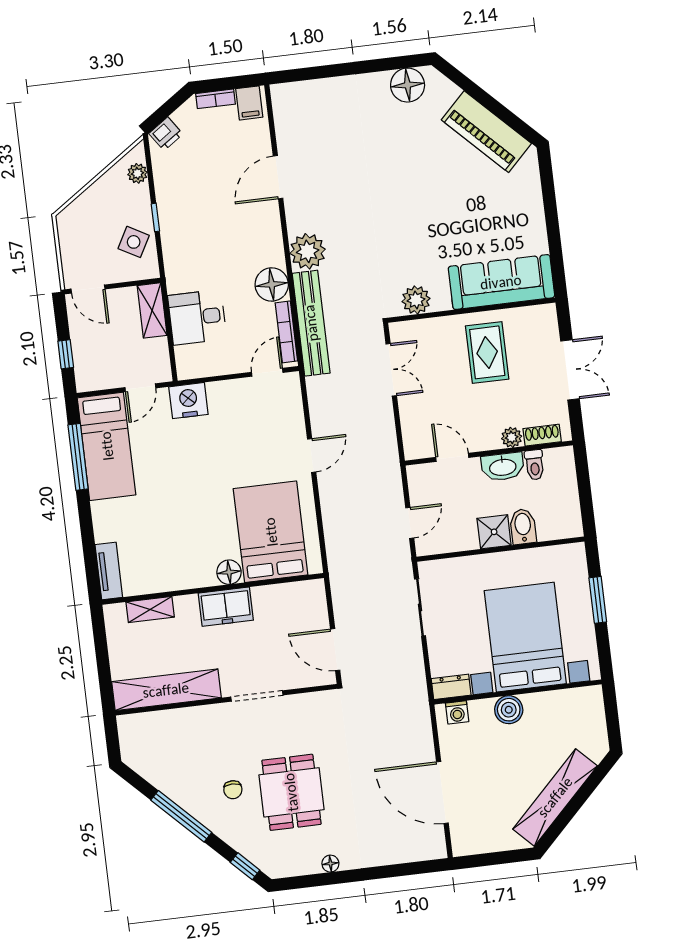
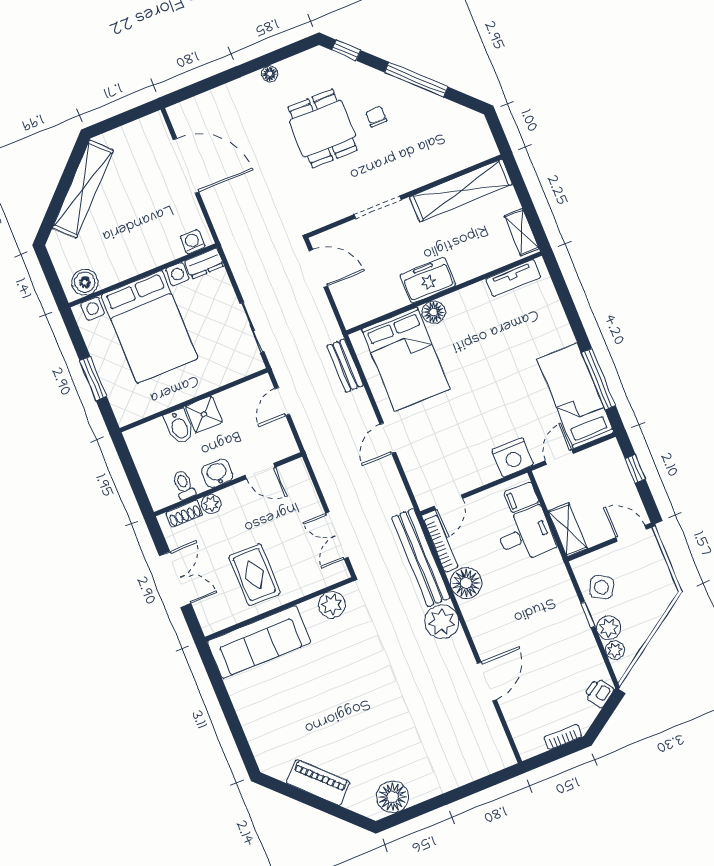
filing cabinet: (249, 103) -> (521, 497), moved, turned -90
piano: (486, 132) -> (318, 782), width x0.73, depth x0.75
plant: (138, 198) -> (609, 628), added
double door: (570, 370) -> (175, 579), swing flipped
washbasin: (503, 467) -> (217, 473), width x0.72
bench: (335, 542) -> (345, 366), added
tv unit: (109, 571) -> (513, 278), moved, turned -90
shelving: (150, 610) -> (522, 232), moved, turned 90
boiler: (509, 710) -> (85, 282), moved

